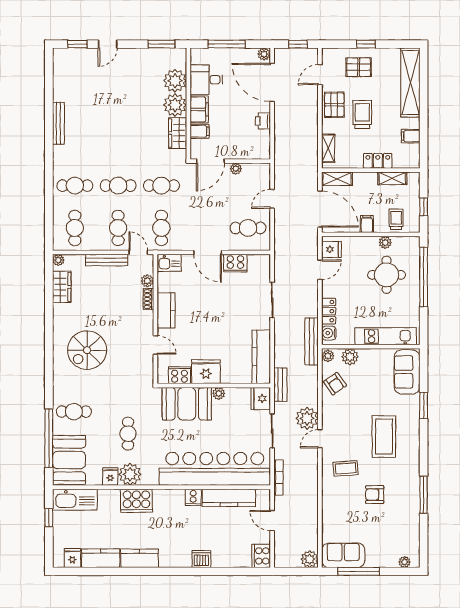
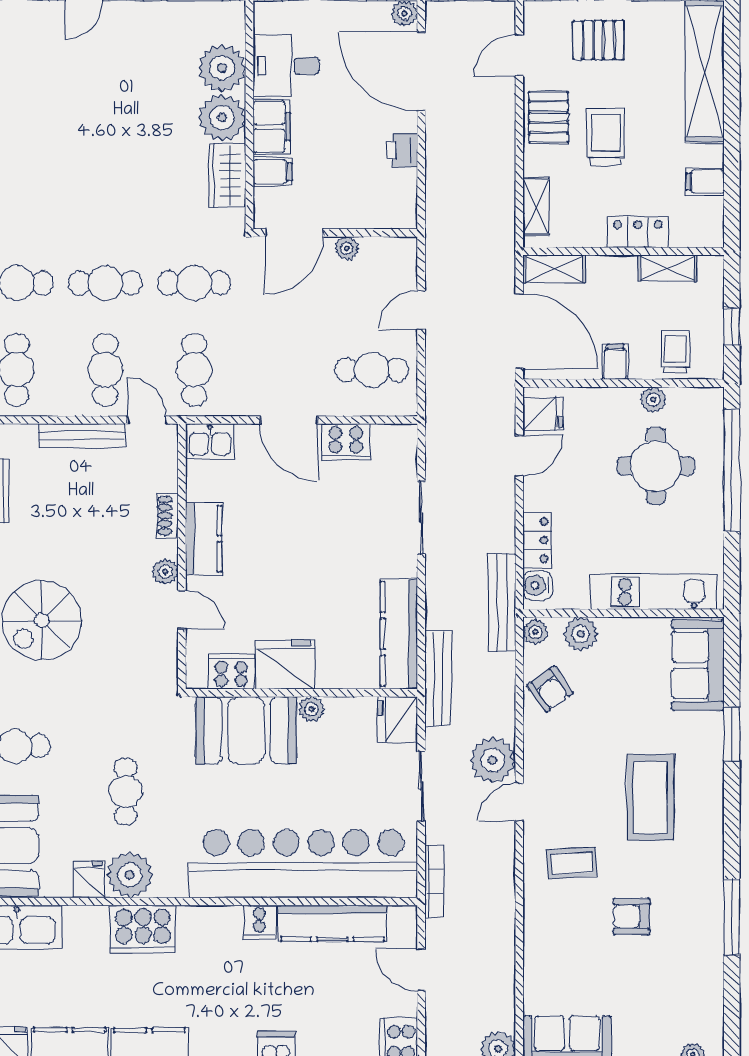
plant: (147, 281) -> (165, 572), moved
bench: (280, 384) -> (438, 678), width x1.36

